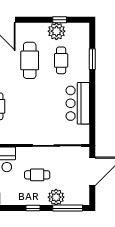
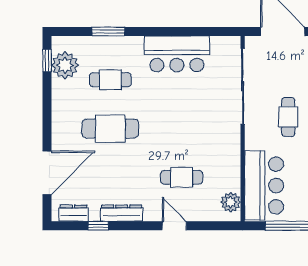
window: (60, 20) -> (47, 60), moved
plant: (56, 31) -> (65, 65), moved

